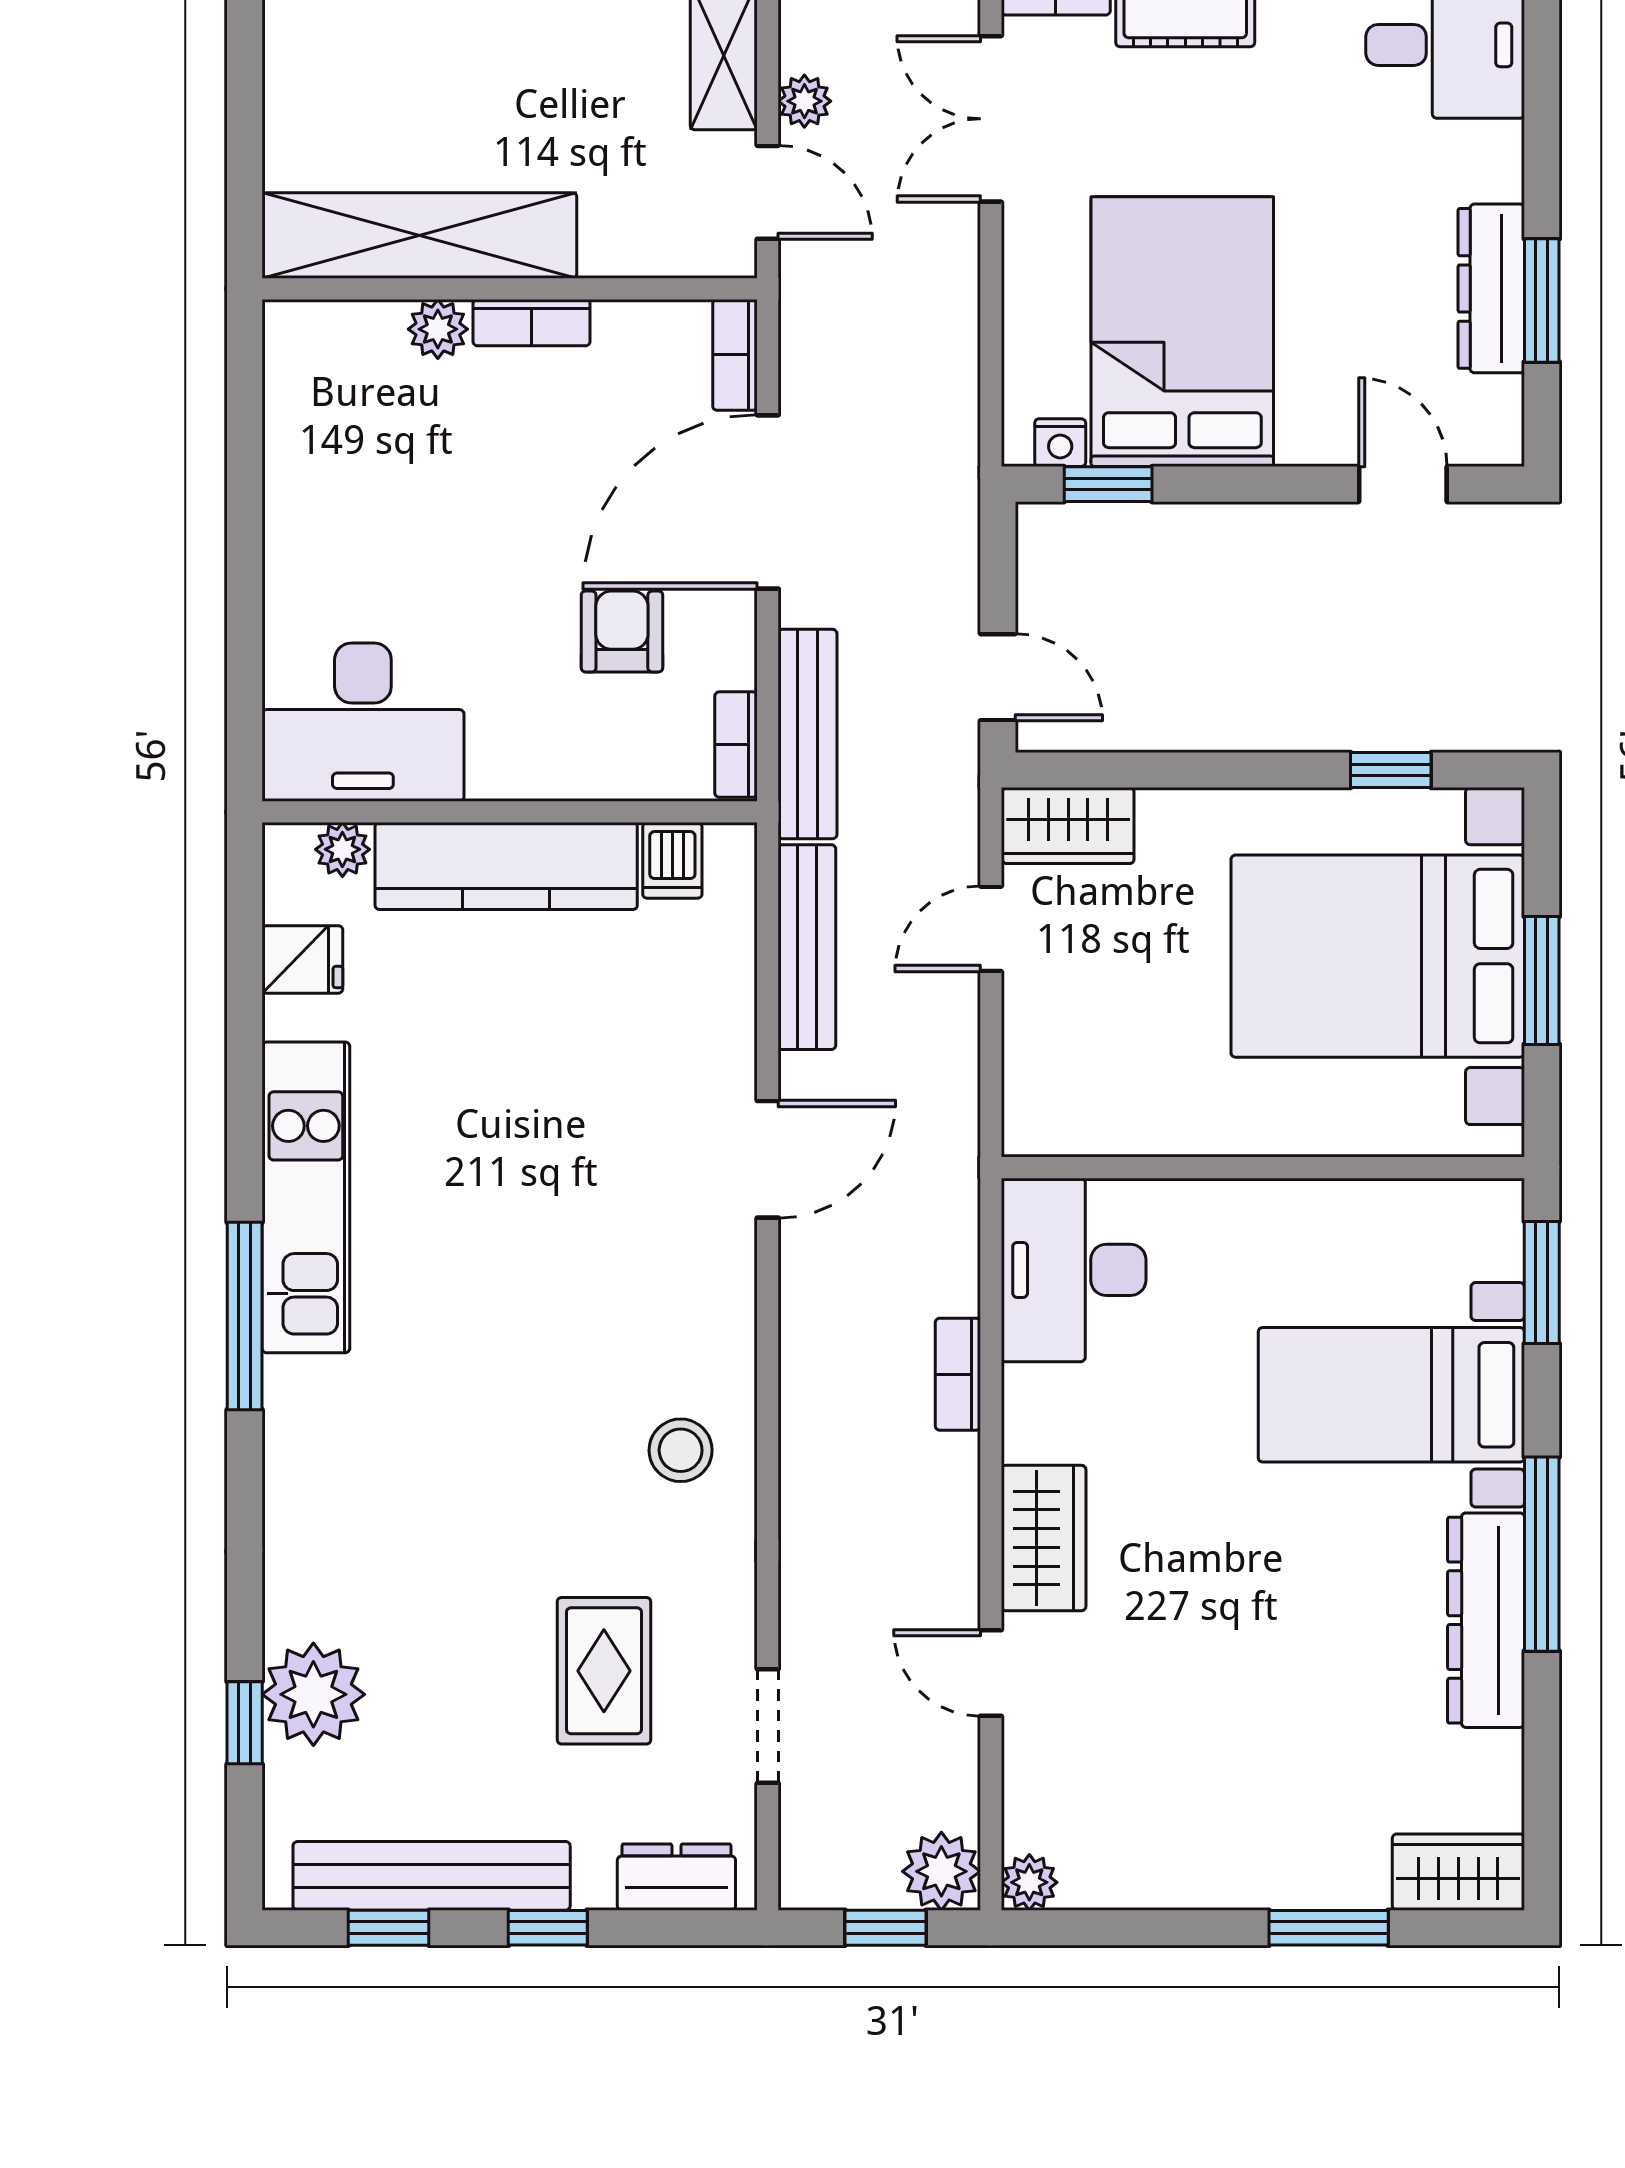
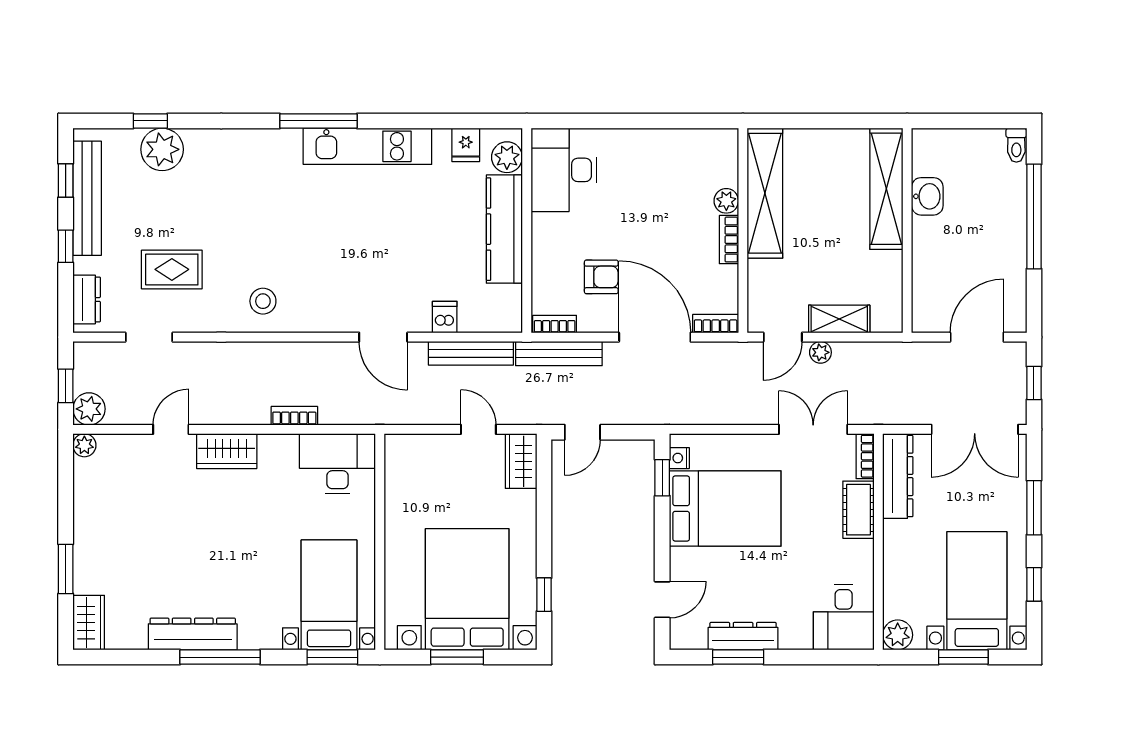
plant: (342, 849) -> (507, 157), width x1.38, depth x1.38
dishwasher: (672, 860) -> (445, 317), moved, turned 90
bed with nightstands: (1391, 1395) -> (329, 595), moved

